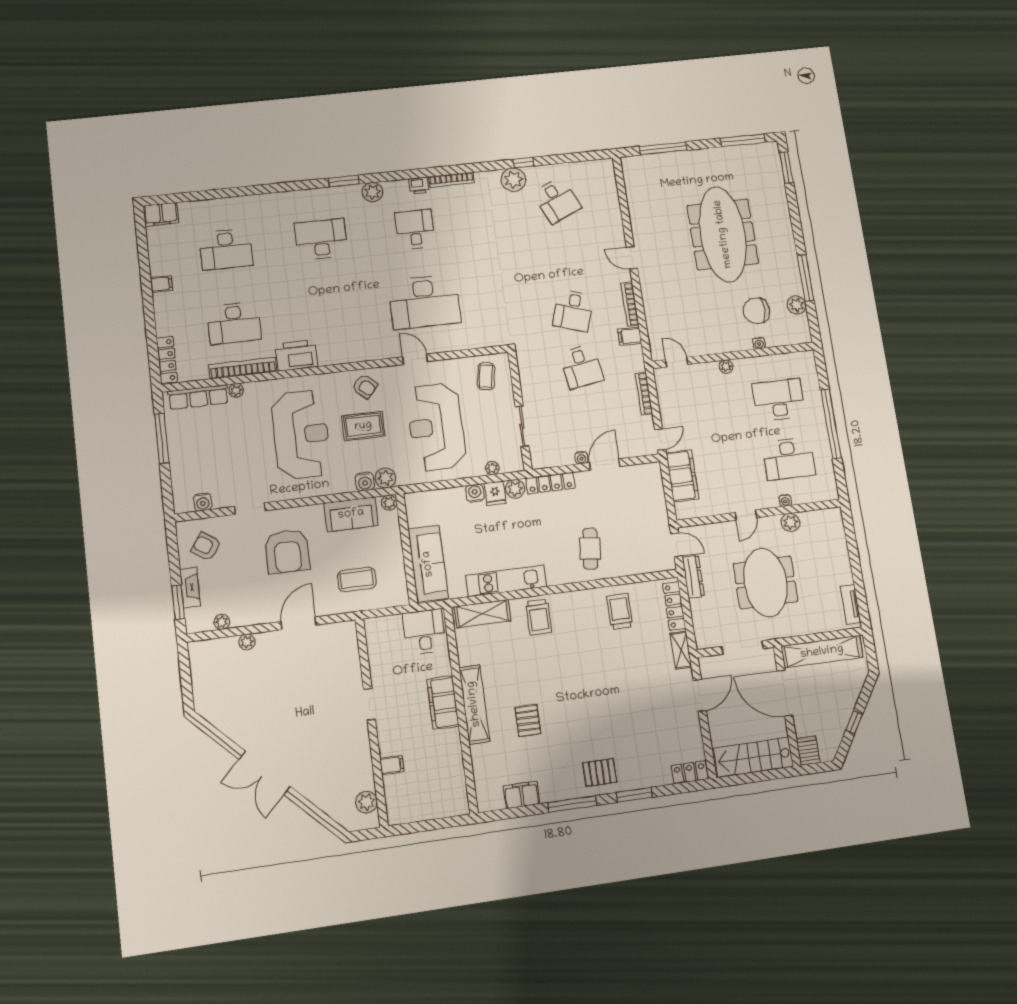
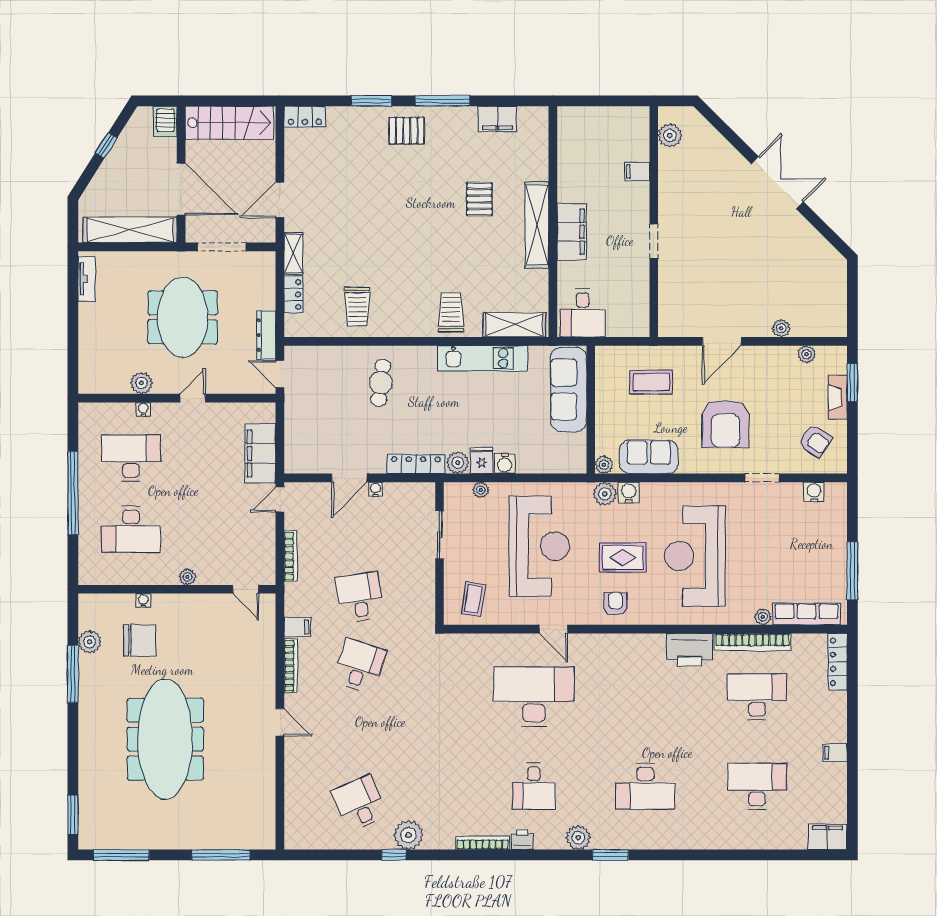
armchair: (365, 386) -> (616, 604), turned 49
armchair: (287, 551) -> (725, 424), turned 180
locker: (674, 606) -> (293, 295), width x0.66

